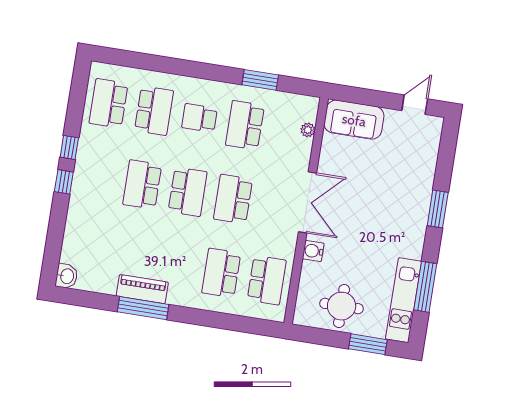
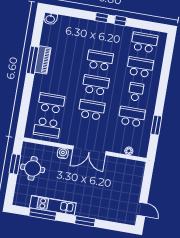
school desk: (154, 111) -> (140, 67), turned 180
sofa: (354, 120) -> (134, 176), removed
school desk: (188, 192) -> (96, 85), turned 180
kitchen unit: (403, 300) -> (53, 205), moved
window: (368, 344) -> (15, 164), moved

